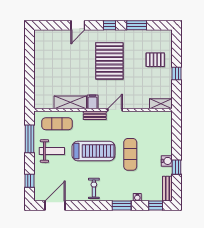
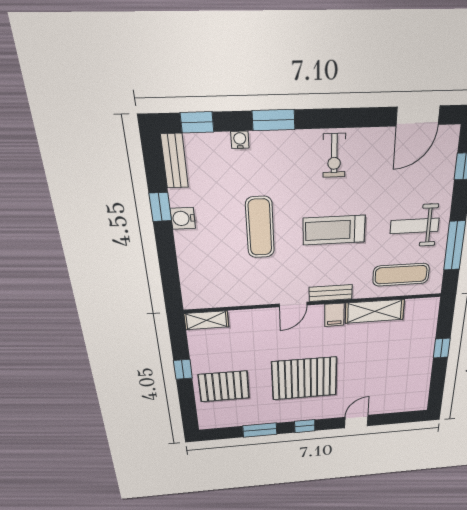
pallet: (155, 60) -> (224, 386), width x1.50, depth x1.42
pallet: (109, 61) -> (304, 378), turned 90
window: (29, 75) -> (442, 348), added
treadmill: (93, 151) -> (334, 230), width x0.73, depth x0.73

